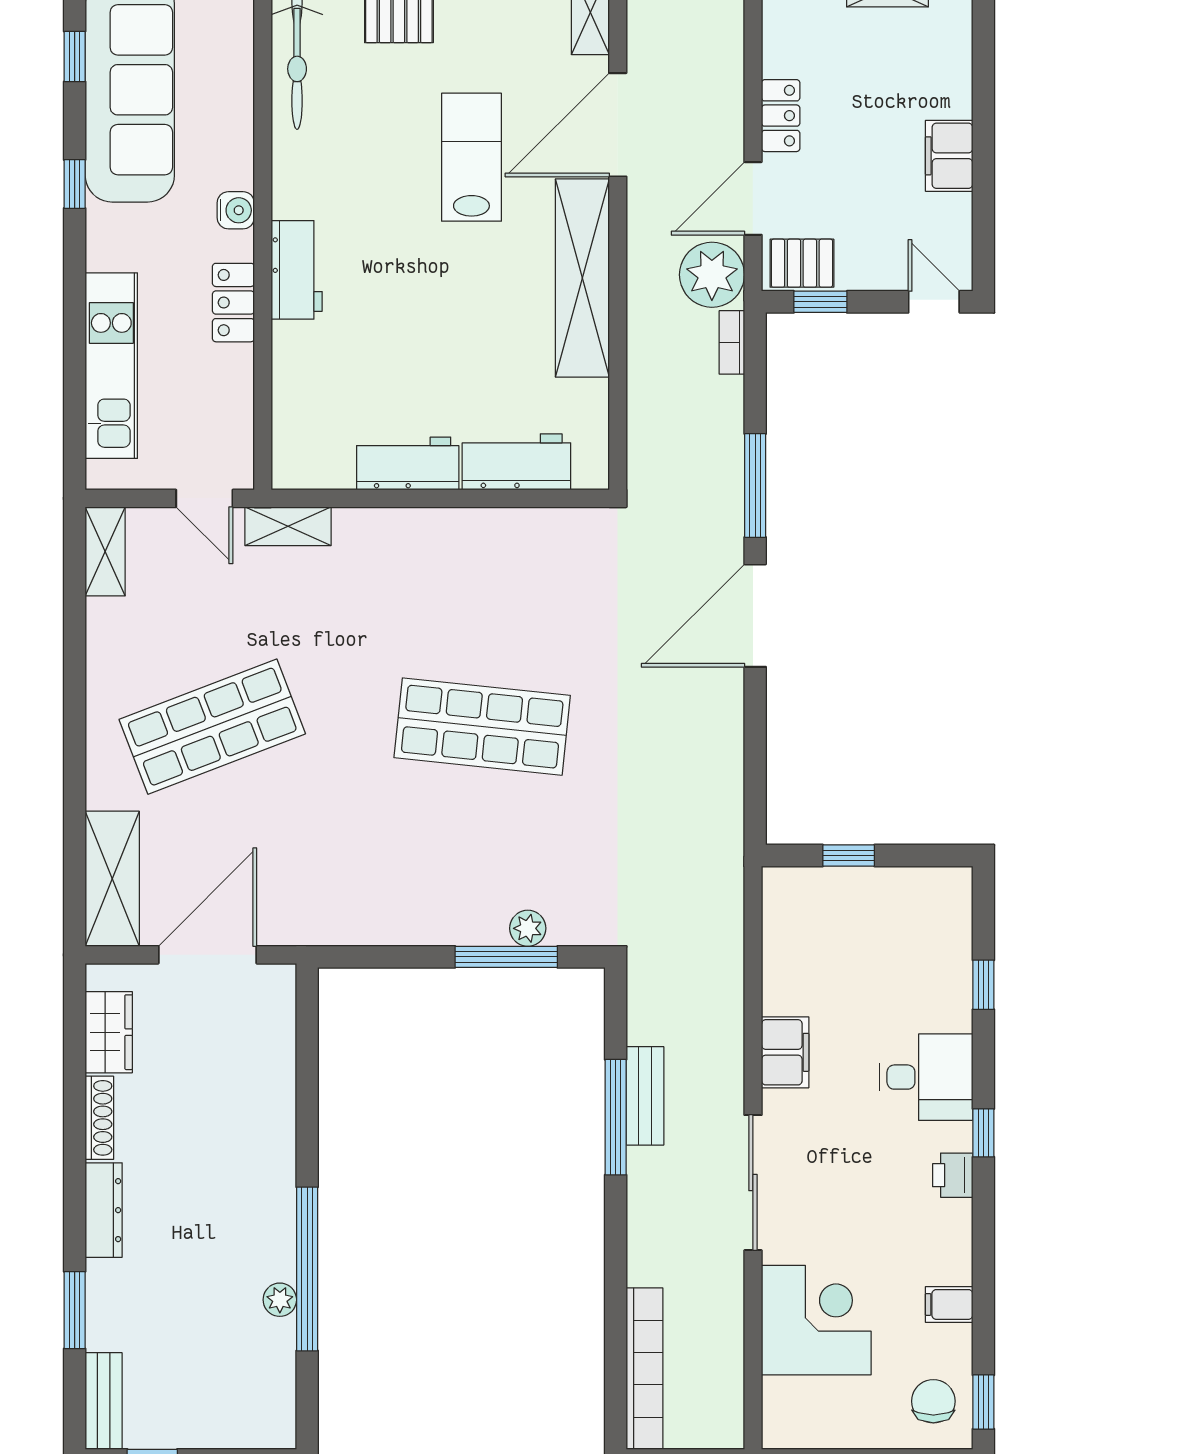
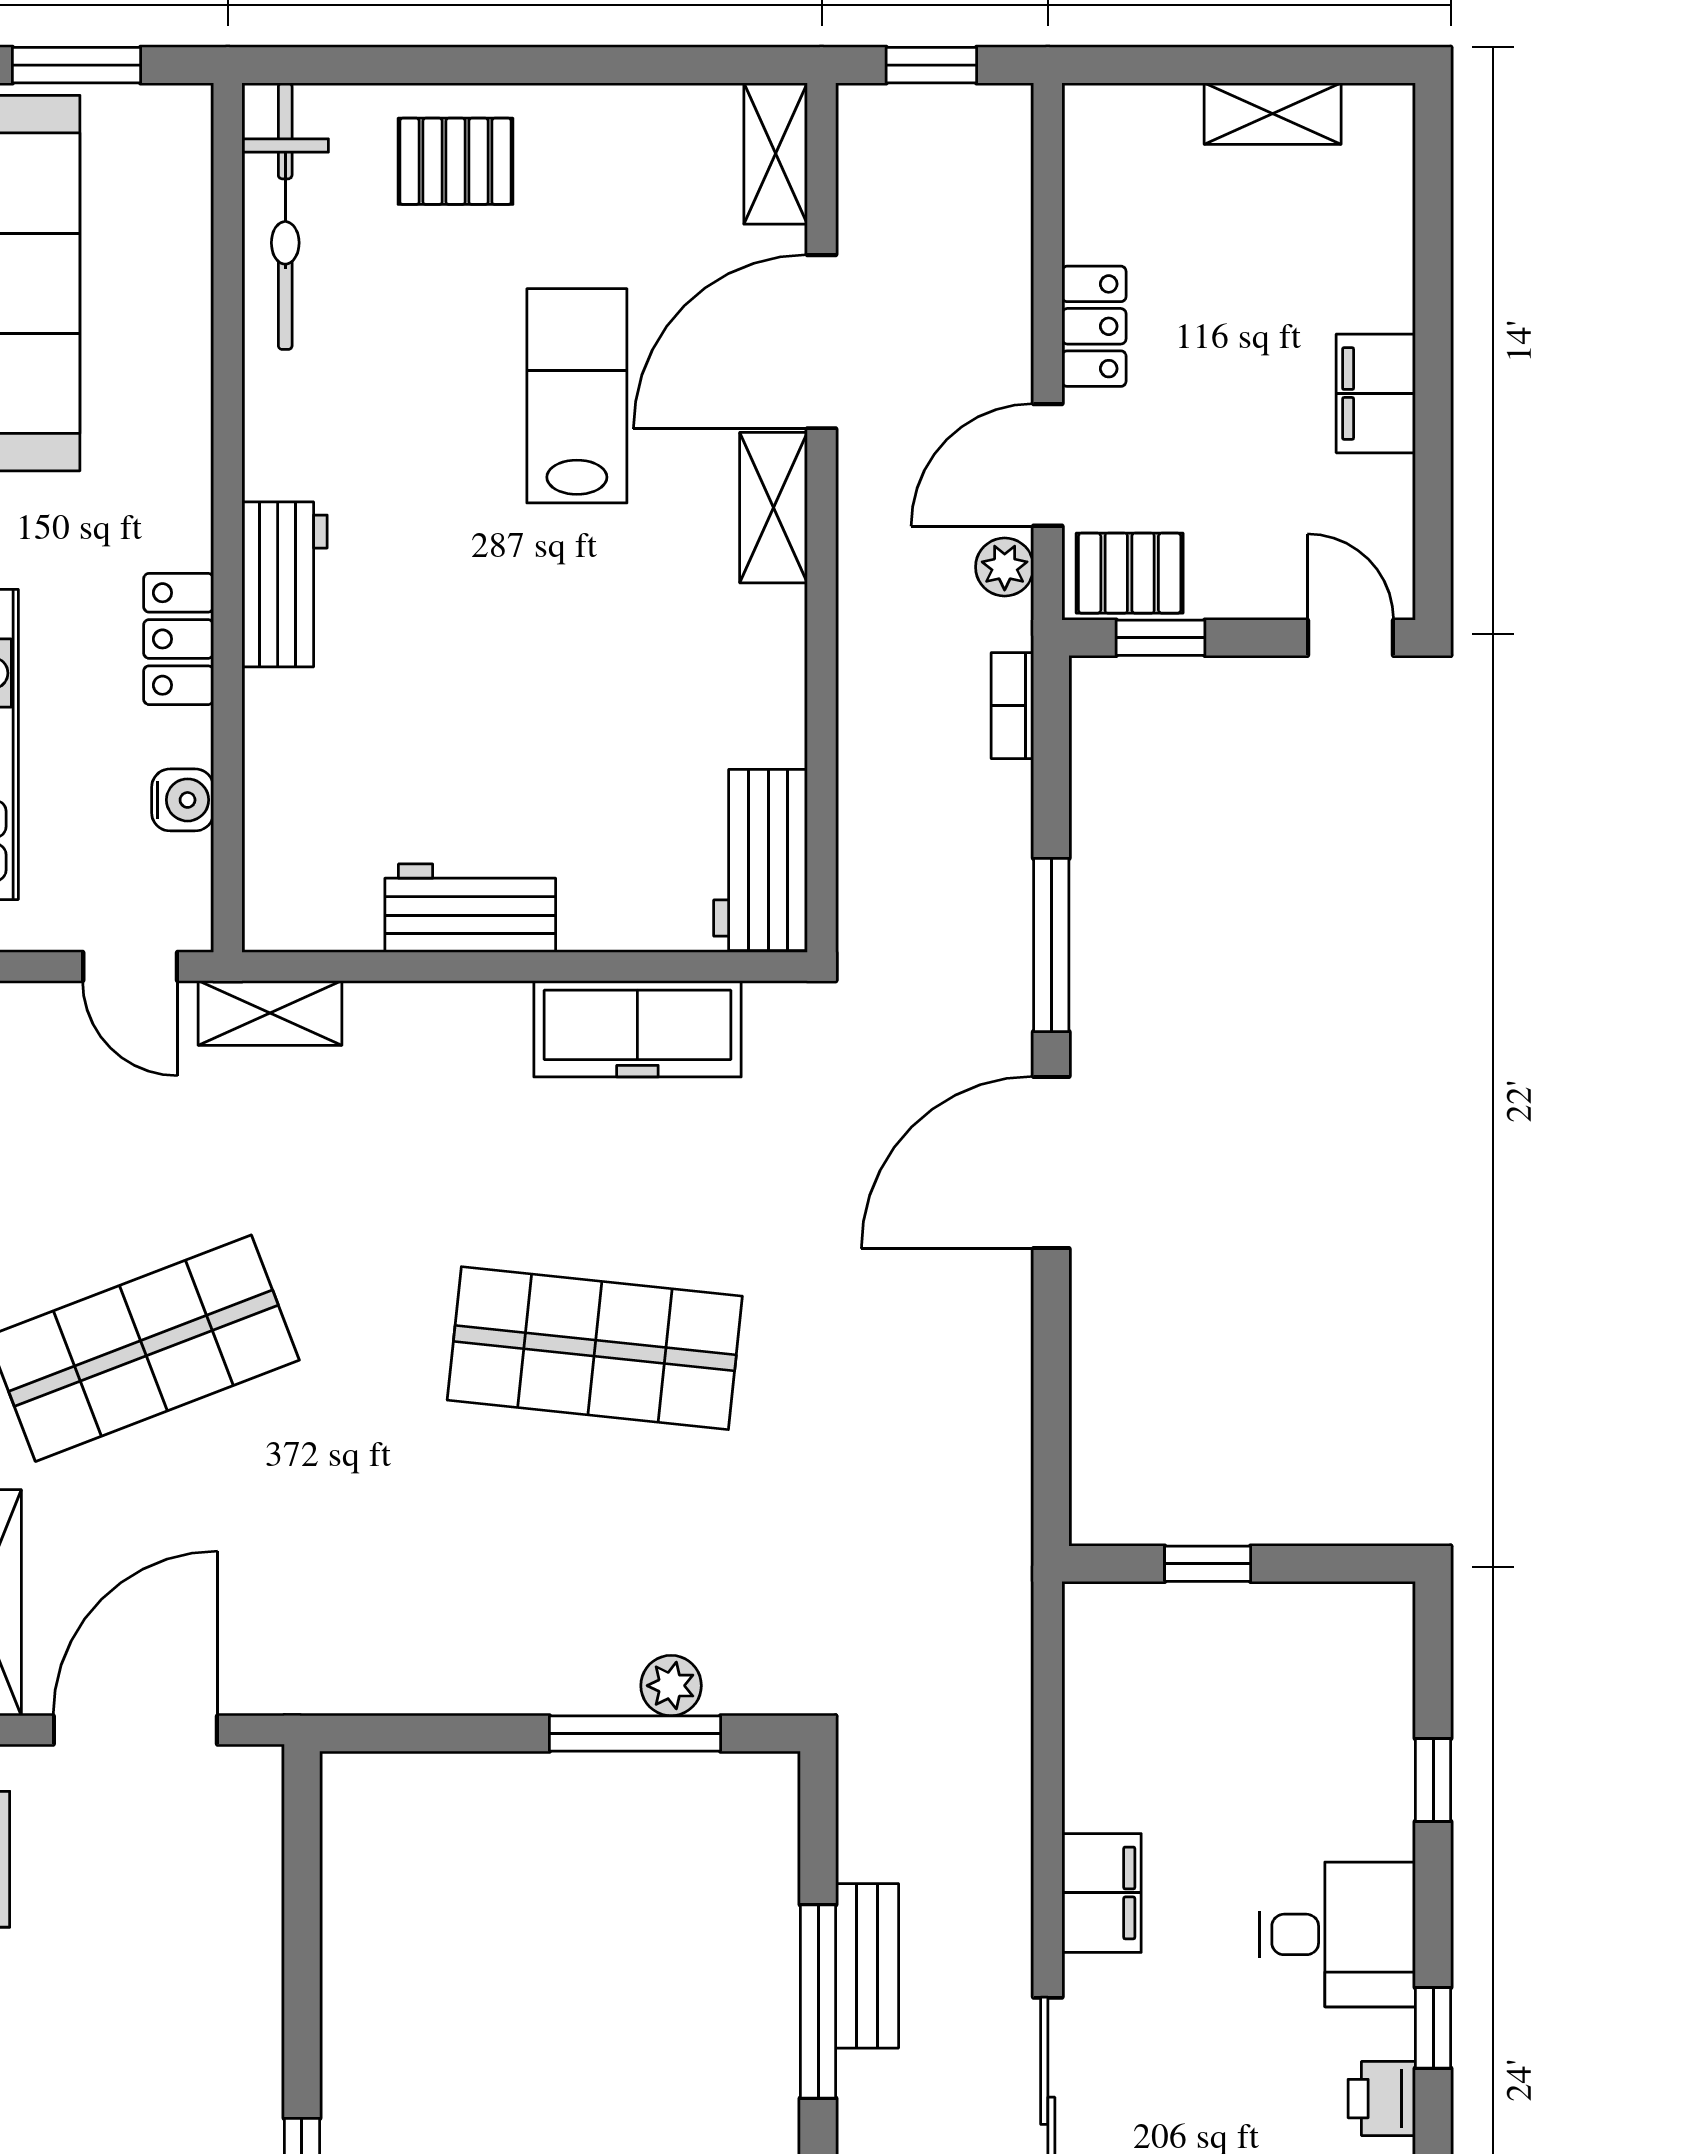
water cooler: (236, 210) -> (183, 800), moved
plant: (712, 275) -> (1005, 567), width x0.53, depth x0.53
shelving: (582, 278) -> (774, 508), width x0.45, depth x0.75
workbench: (516, 462) -> (761, 860), moved, turned -90
freezer: (508, 536) -> (637, 1029), added

